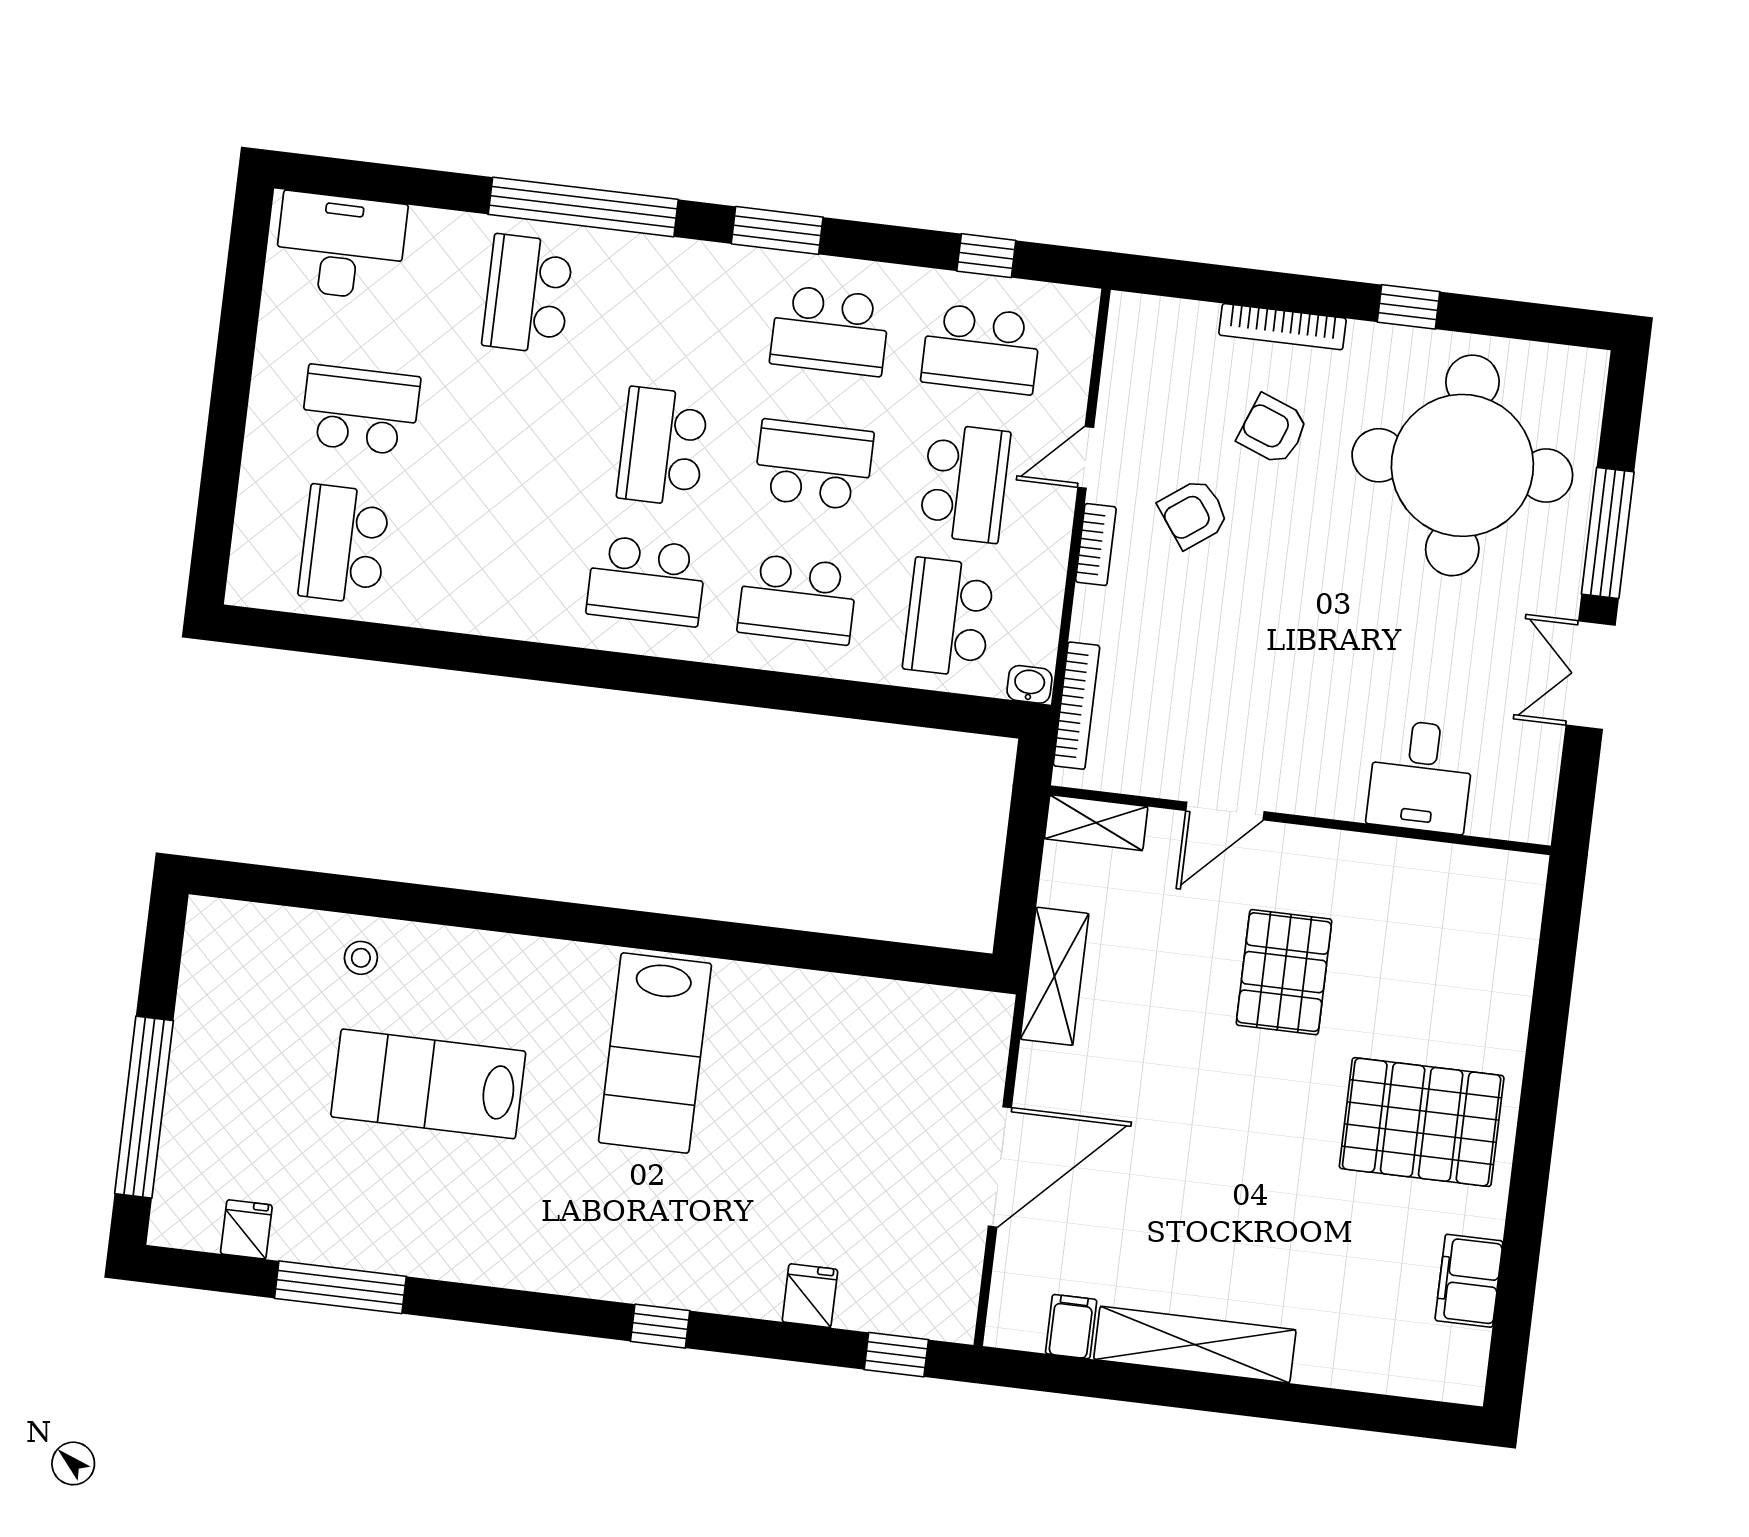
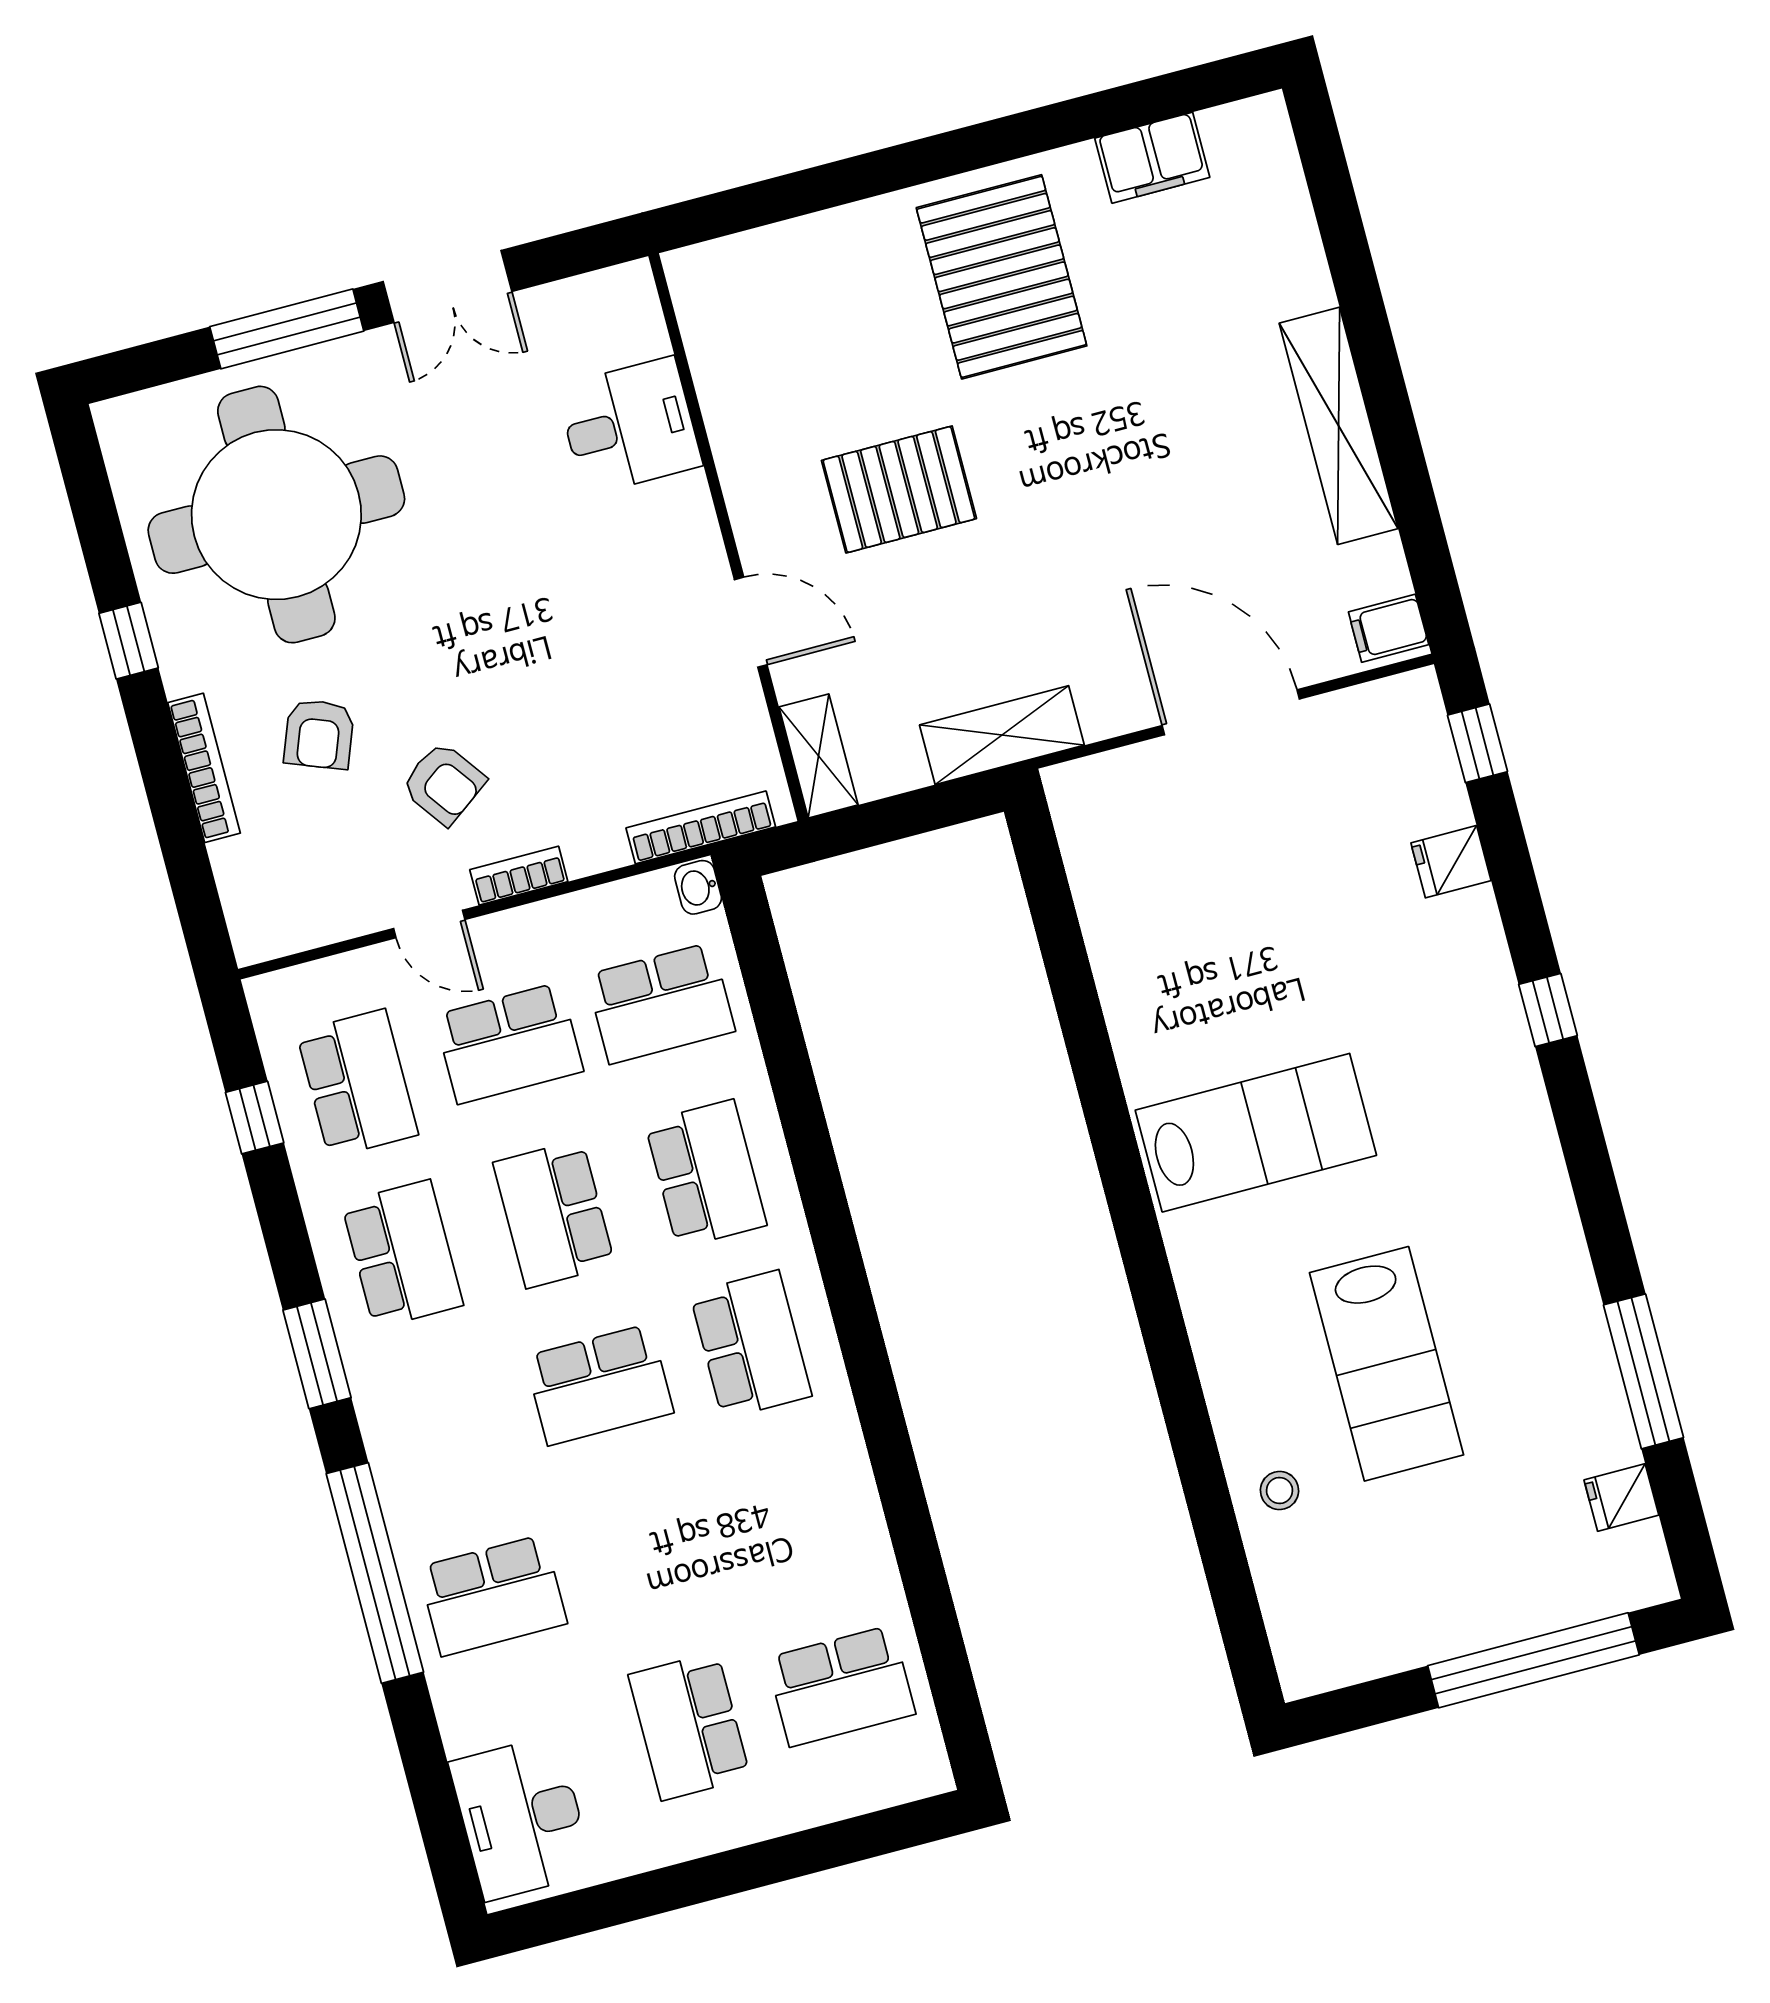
school desk: (965, 483) -> (509, 1043), turned 180
filing cabinet: (1071, 1327) -> (1389, 628), moved

